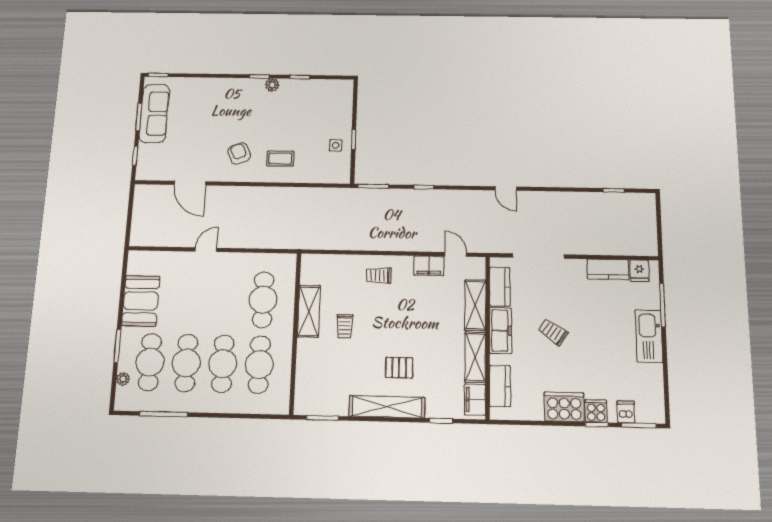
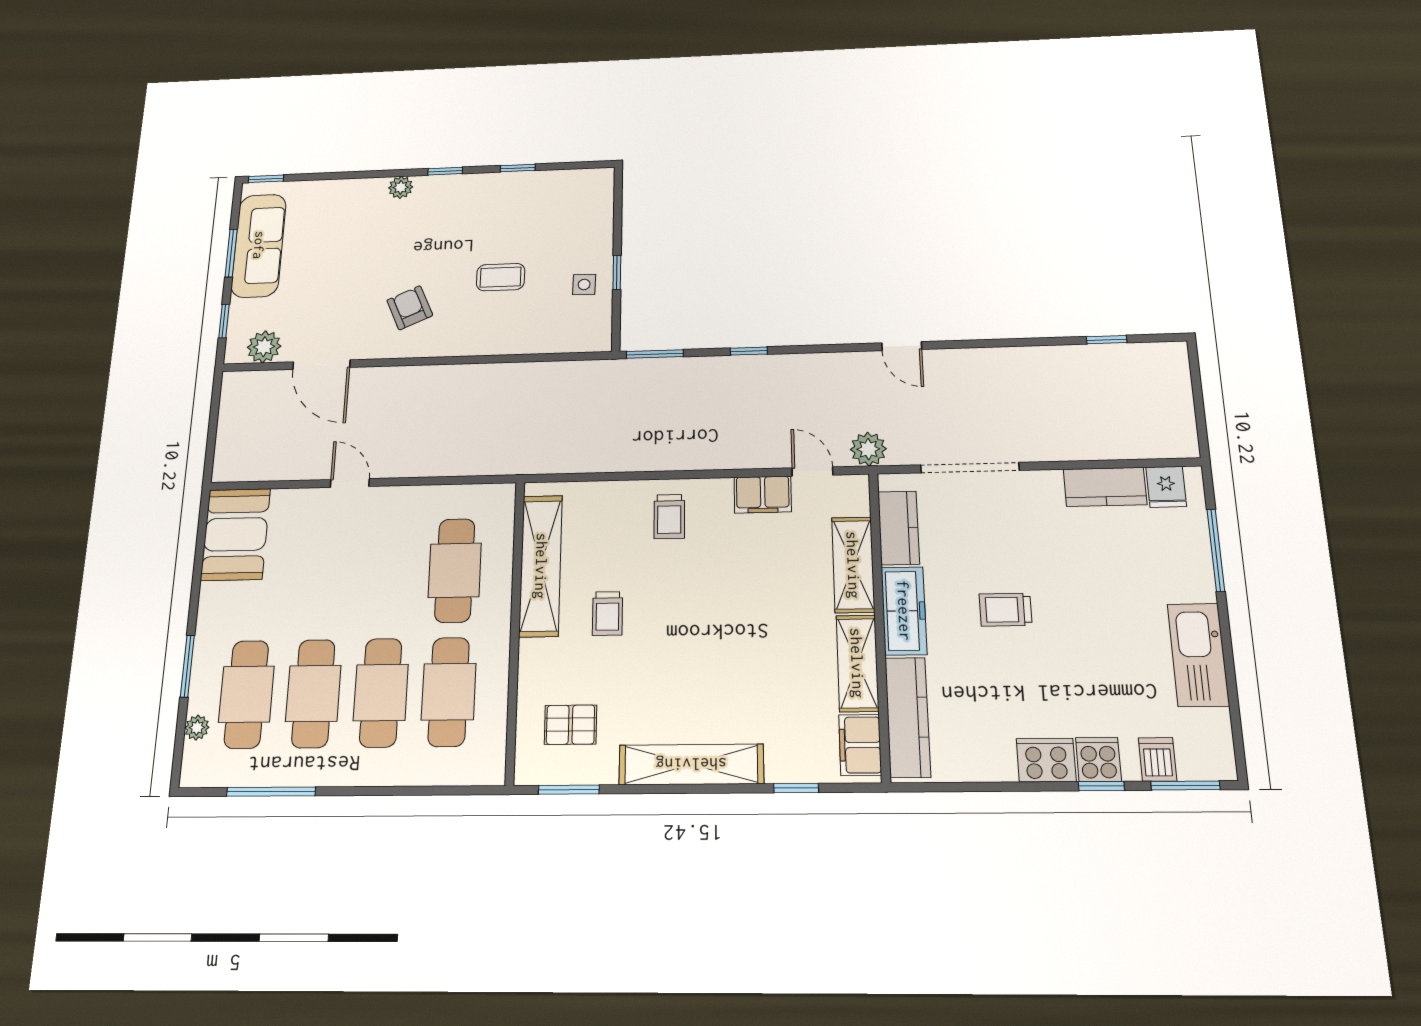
plant: (272, 85) -> (401, 187), moved
coffee table: (280, 159) -> (501, 277), moved
plant: (158, 171) -> (264, 347), added
plant: (486, 244) -> (868, 449), added
door: (206, 250) -> (350, 483), hinge flipped
trolley: (379, 275) -> (669, 517), turned -90
booth: (141, 301) -> (236, 534), moved
shelving: (309, 311) -> (541, 566), width x1.47
trolley: (553, 332) -> (1006, 610), turned -34
kitchen sink: (649, 336) -> (1198, 655), moved
pallet: (399, 368) -> (571, 725), moved
kitchen counter: (500, 386) -> (908, 717), width x1.50
cooker: (564, 407) -> (1046, 760), width x0.73, depth x0.76

